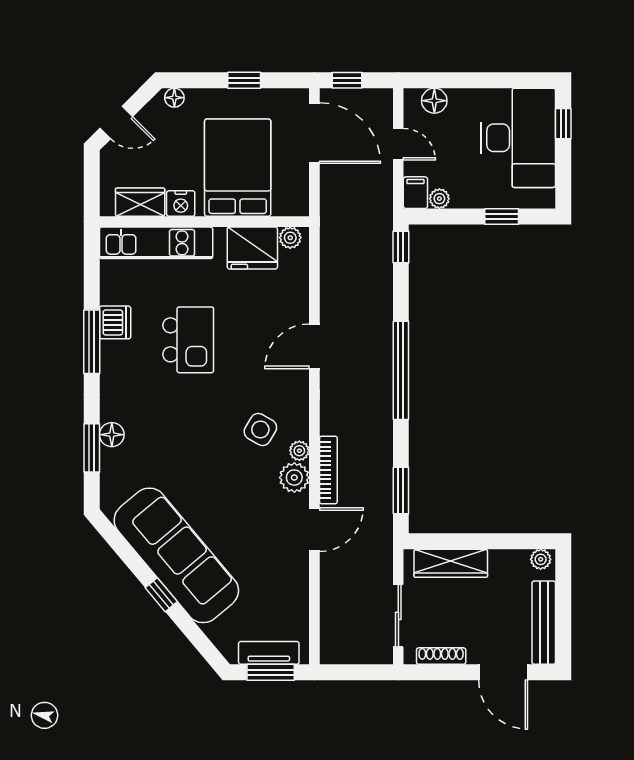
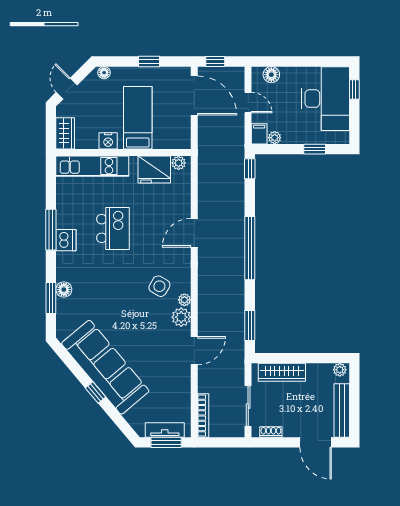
door: (116, 122) -> (67, 89), swing flipped
bed: (238, 168) -> (138, 118), width x0.67
wardrobe: (140, 202) -> (65, 133), moved, turned 90
dishwasher: (115, 322) -> (66, 240), moved
bookcase: (328, 470) -> (203, 415), moved
shoe rack: (441, 656) -> (271, 432), width x0.70

